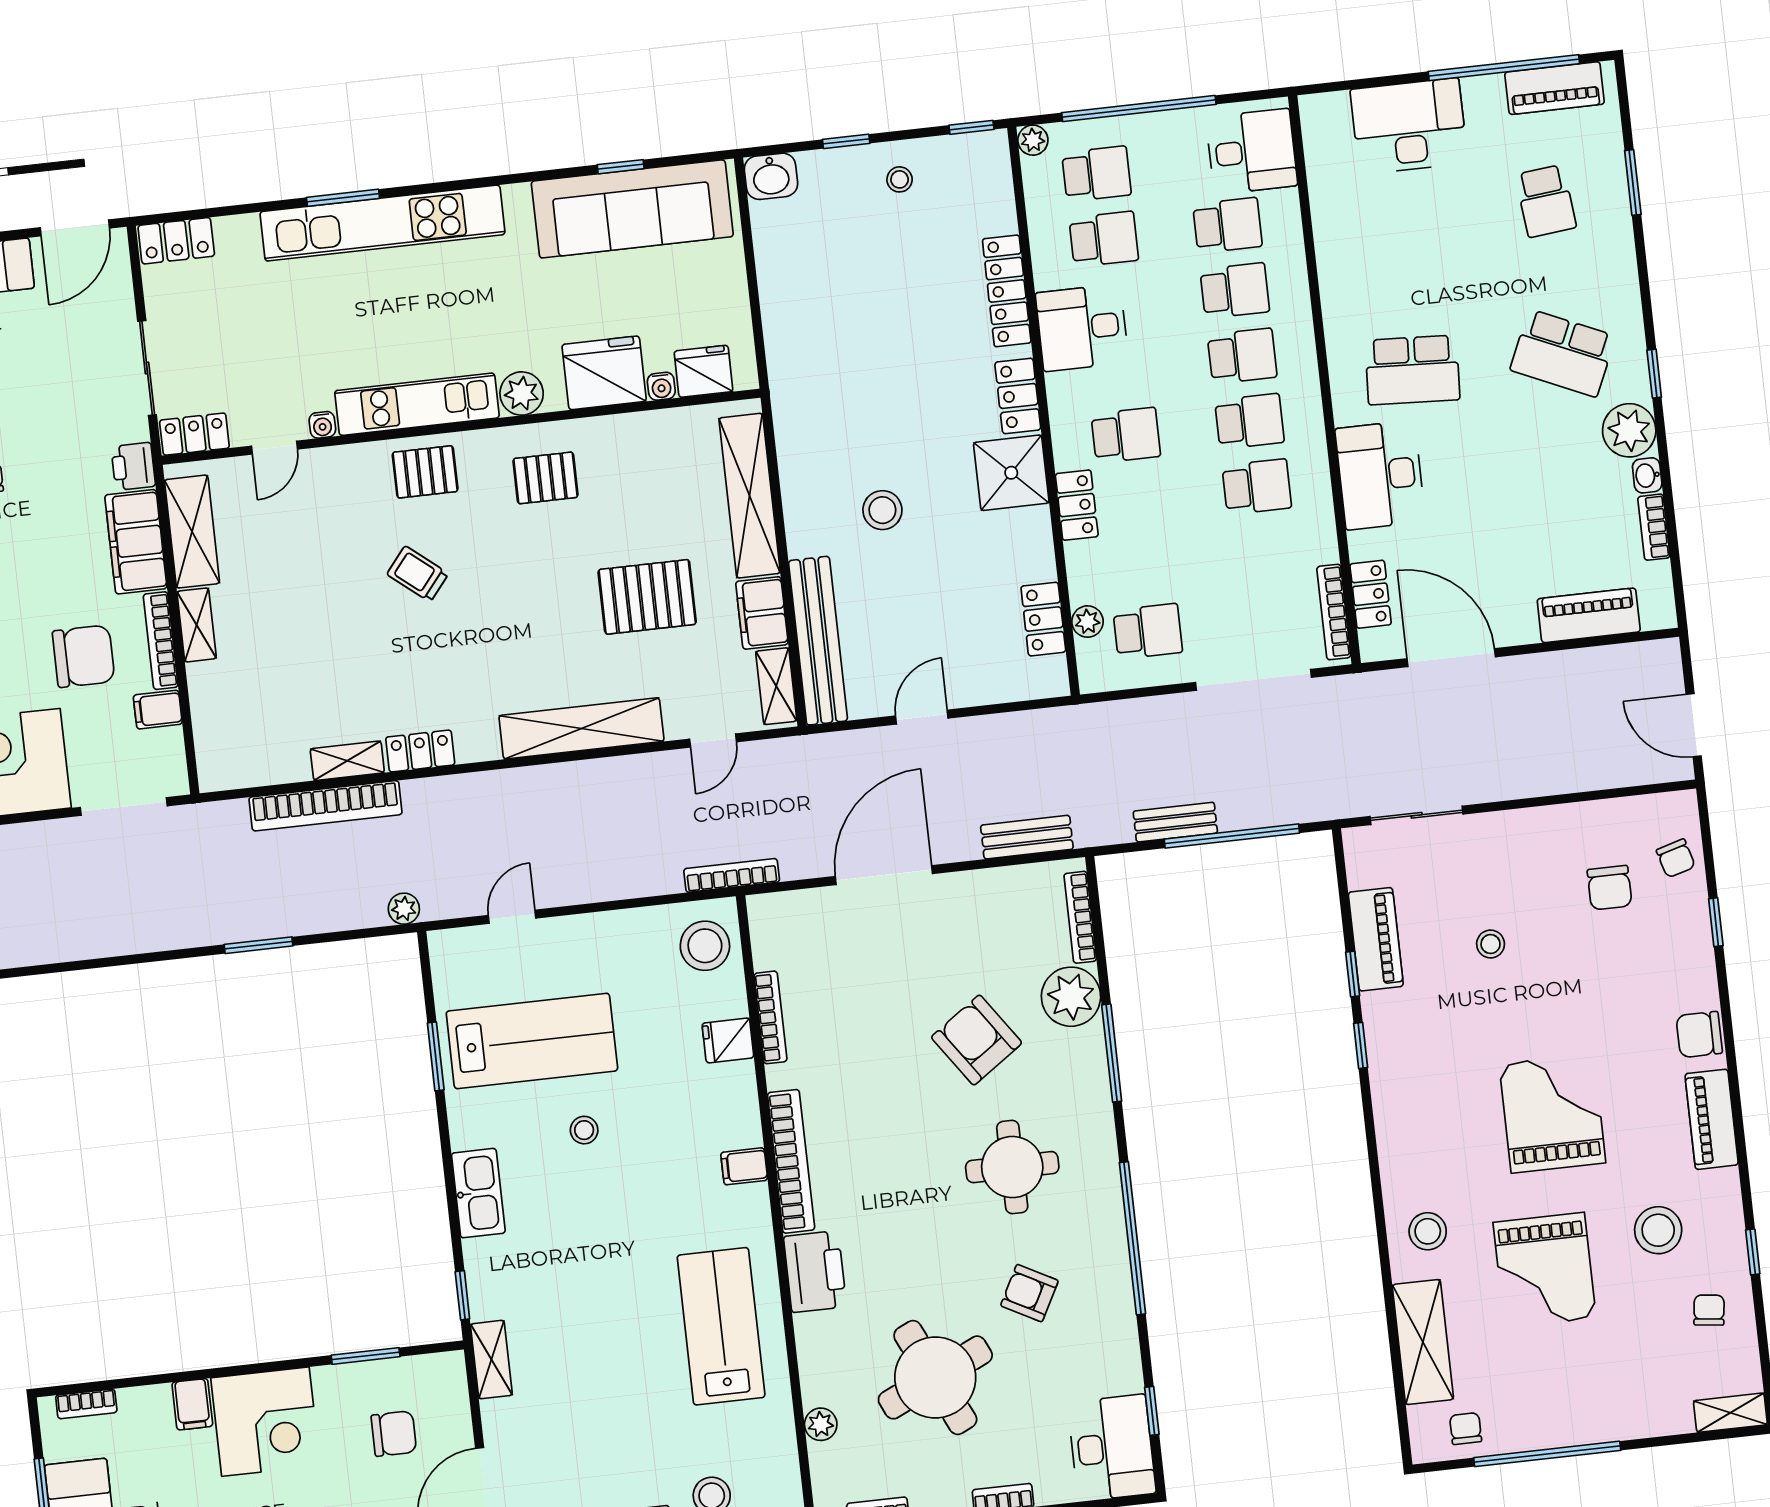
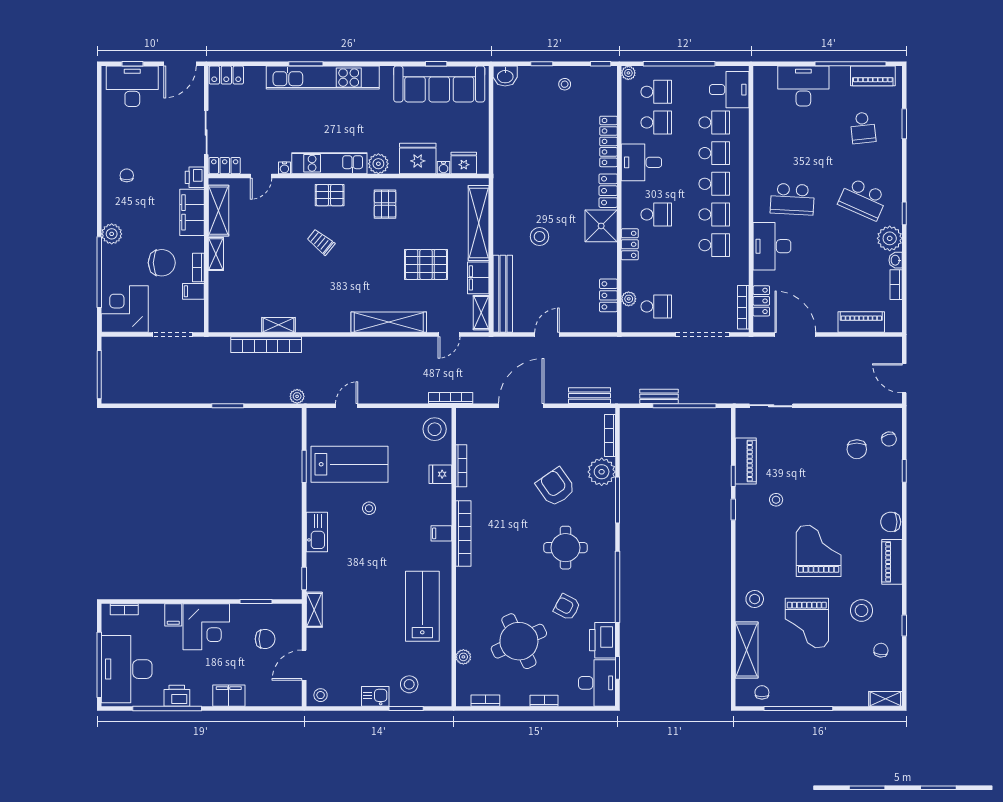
pallet: (545, 478) -> (385, 204), turned 90
bookcase: (161, 641) -> (198, 268), width x0.64
locker: (420, 751) -> (313, 324), removed
stool: (1491, 944) -> (776, 500), moved
printer: (815, 1272) -> (603, 640), moved, turned 180

